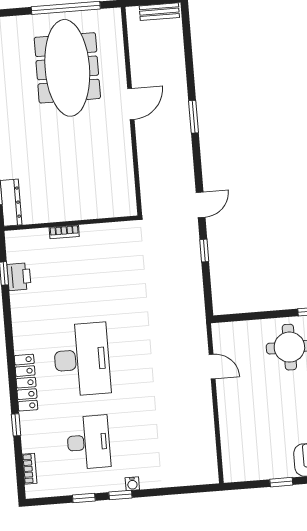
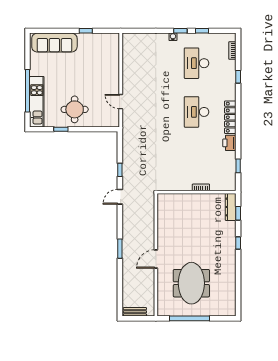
meeting table: (67, 68) -> (191, 283), width x0.73
printer: (19, 277) -> (229, 143), moved
desk: (82, 359) -> (197, 112), width x0.73, depth x0.77
locker: (26, 383) -> (230, 117), moved

